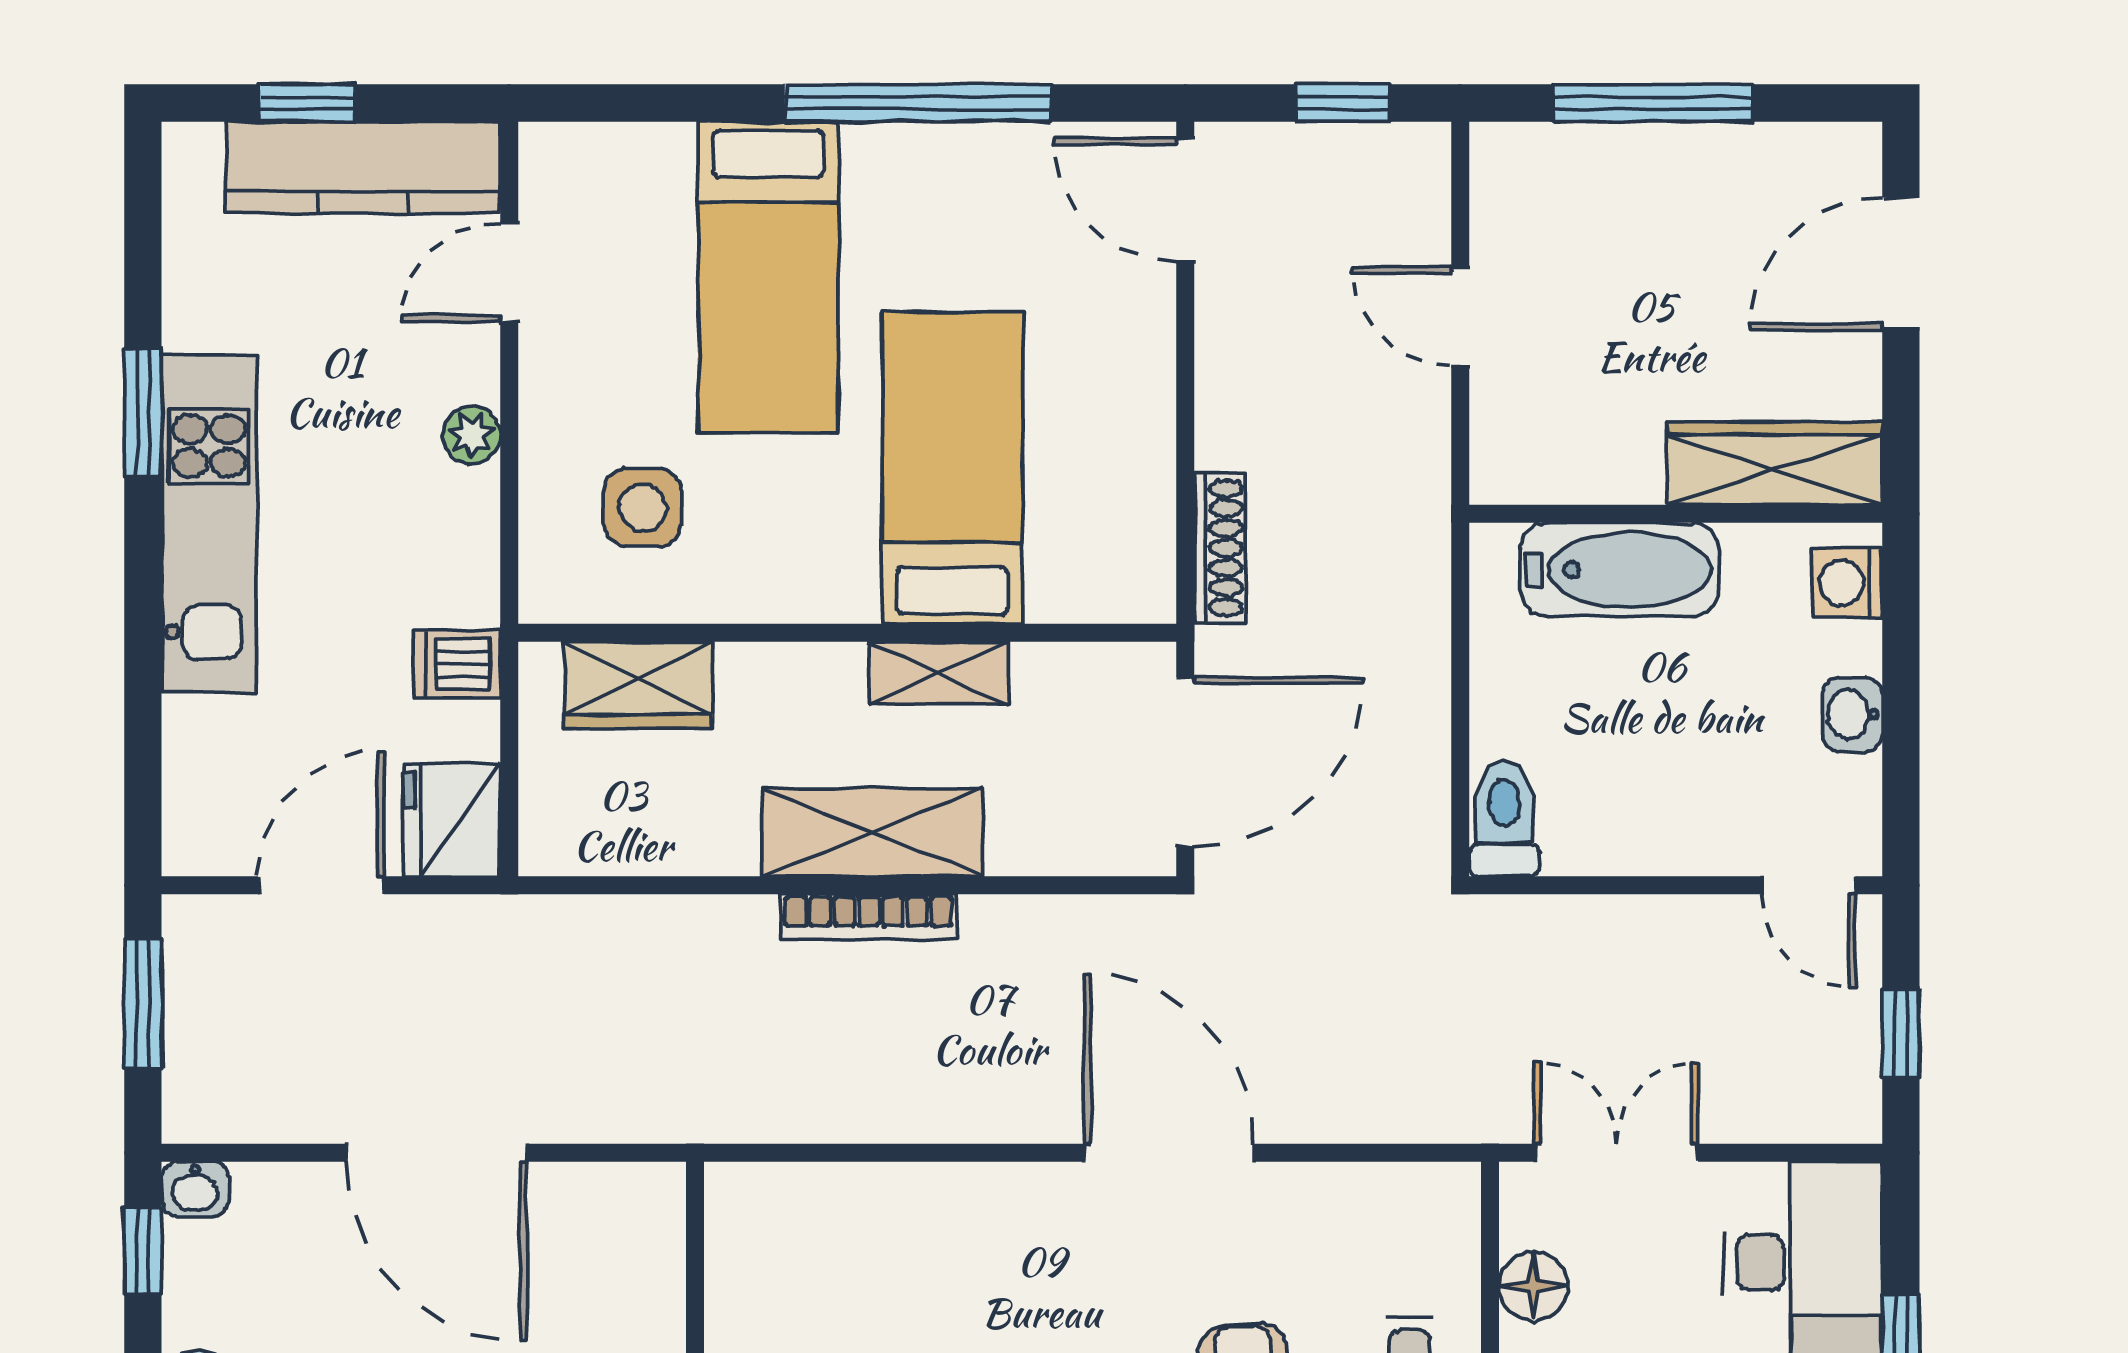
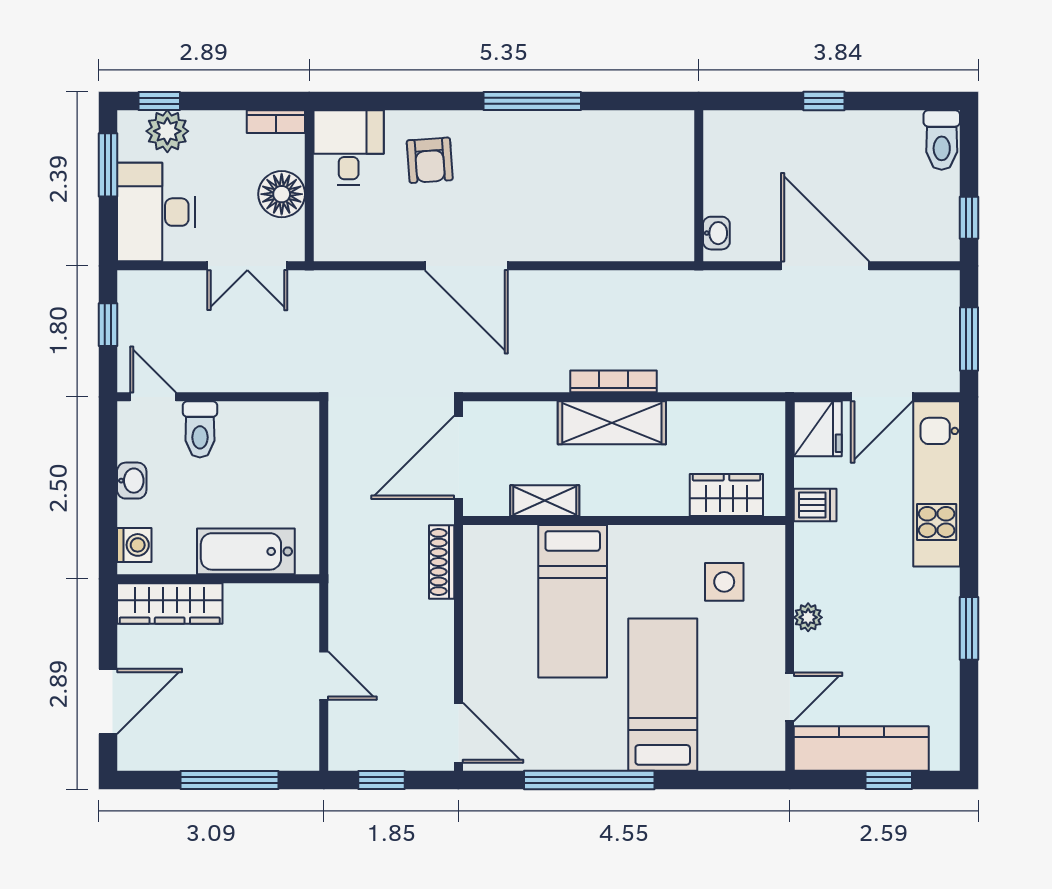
kitchen unit: (209, 524) -> (937, 484), moved
shelving: (938, 673) -> (545, 501), moved
toilet: (1504, 819) -> (200, 429), moved
washbasin: (195, 1189) -> (716, 233), moved, turned 90
floor lamp: (1533, 1286) -> (282, 194), width x1.38, depth x1.38

